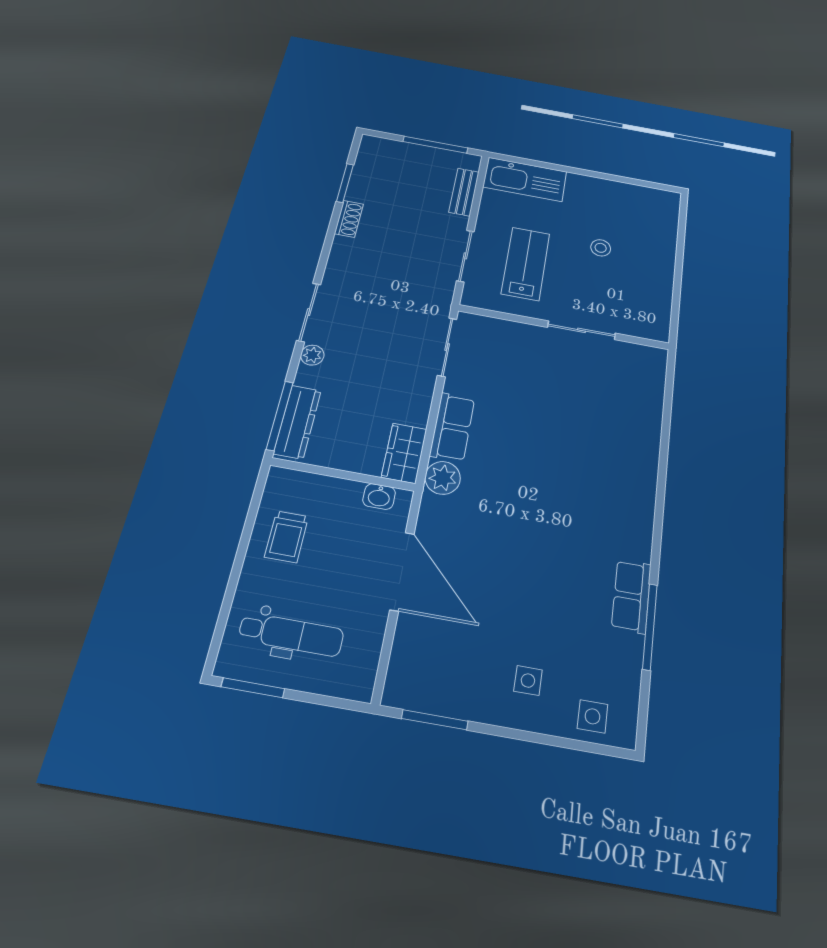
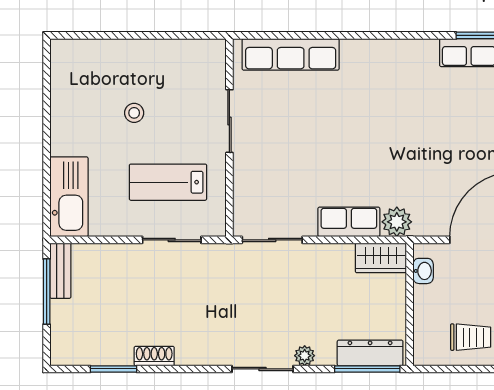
bench: (464, 192) -> (60, 271), moved, turned 90
row of seats: (647, 402) -> (291, 54), added

